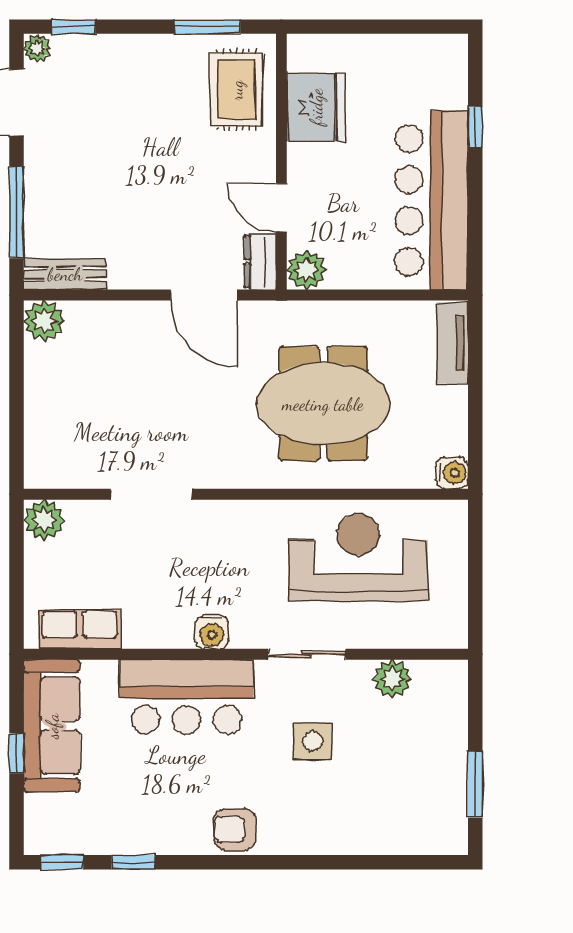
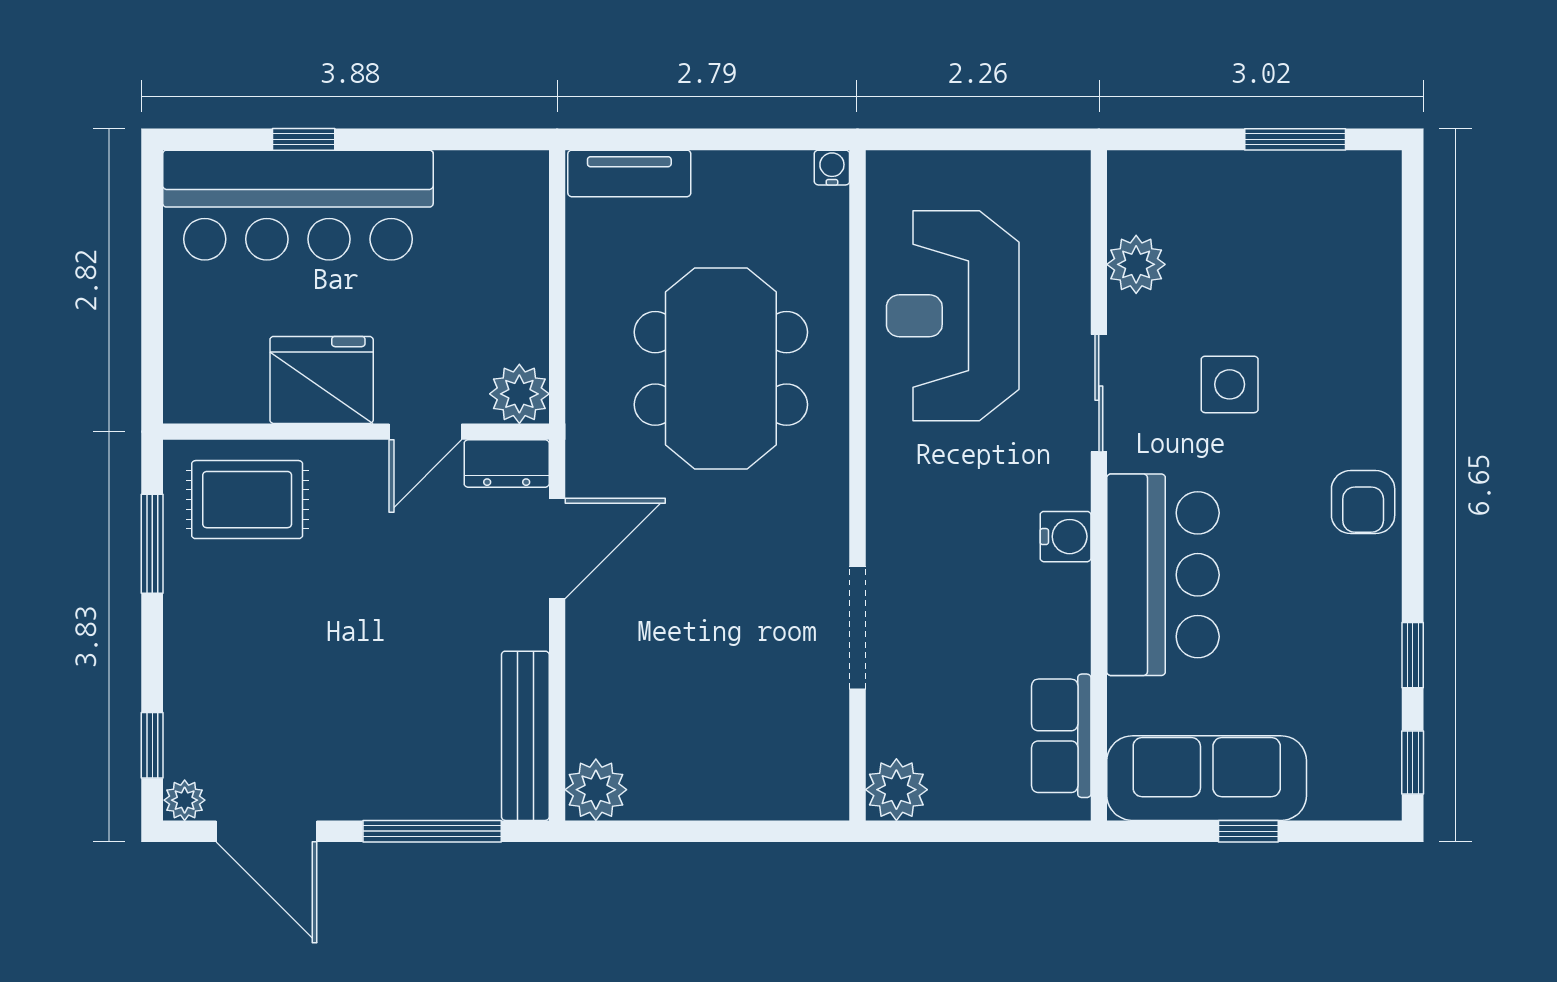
fridge: (316, 107) -> (322, 380), moved
bar counter: (432, 200) -> (298, 205), moved
bench: (65, 274) -> (525, 736), width x1.36
water cooler: (452, 473) -> (832, 168), width x0.72, depth x0.72

